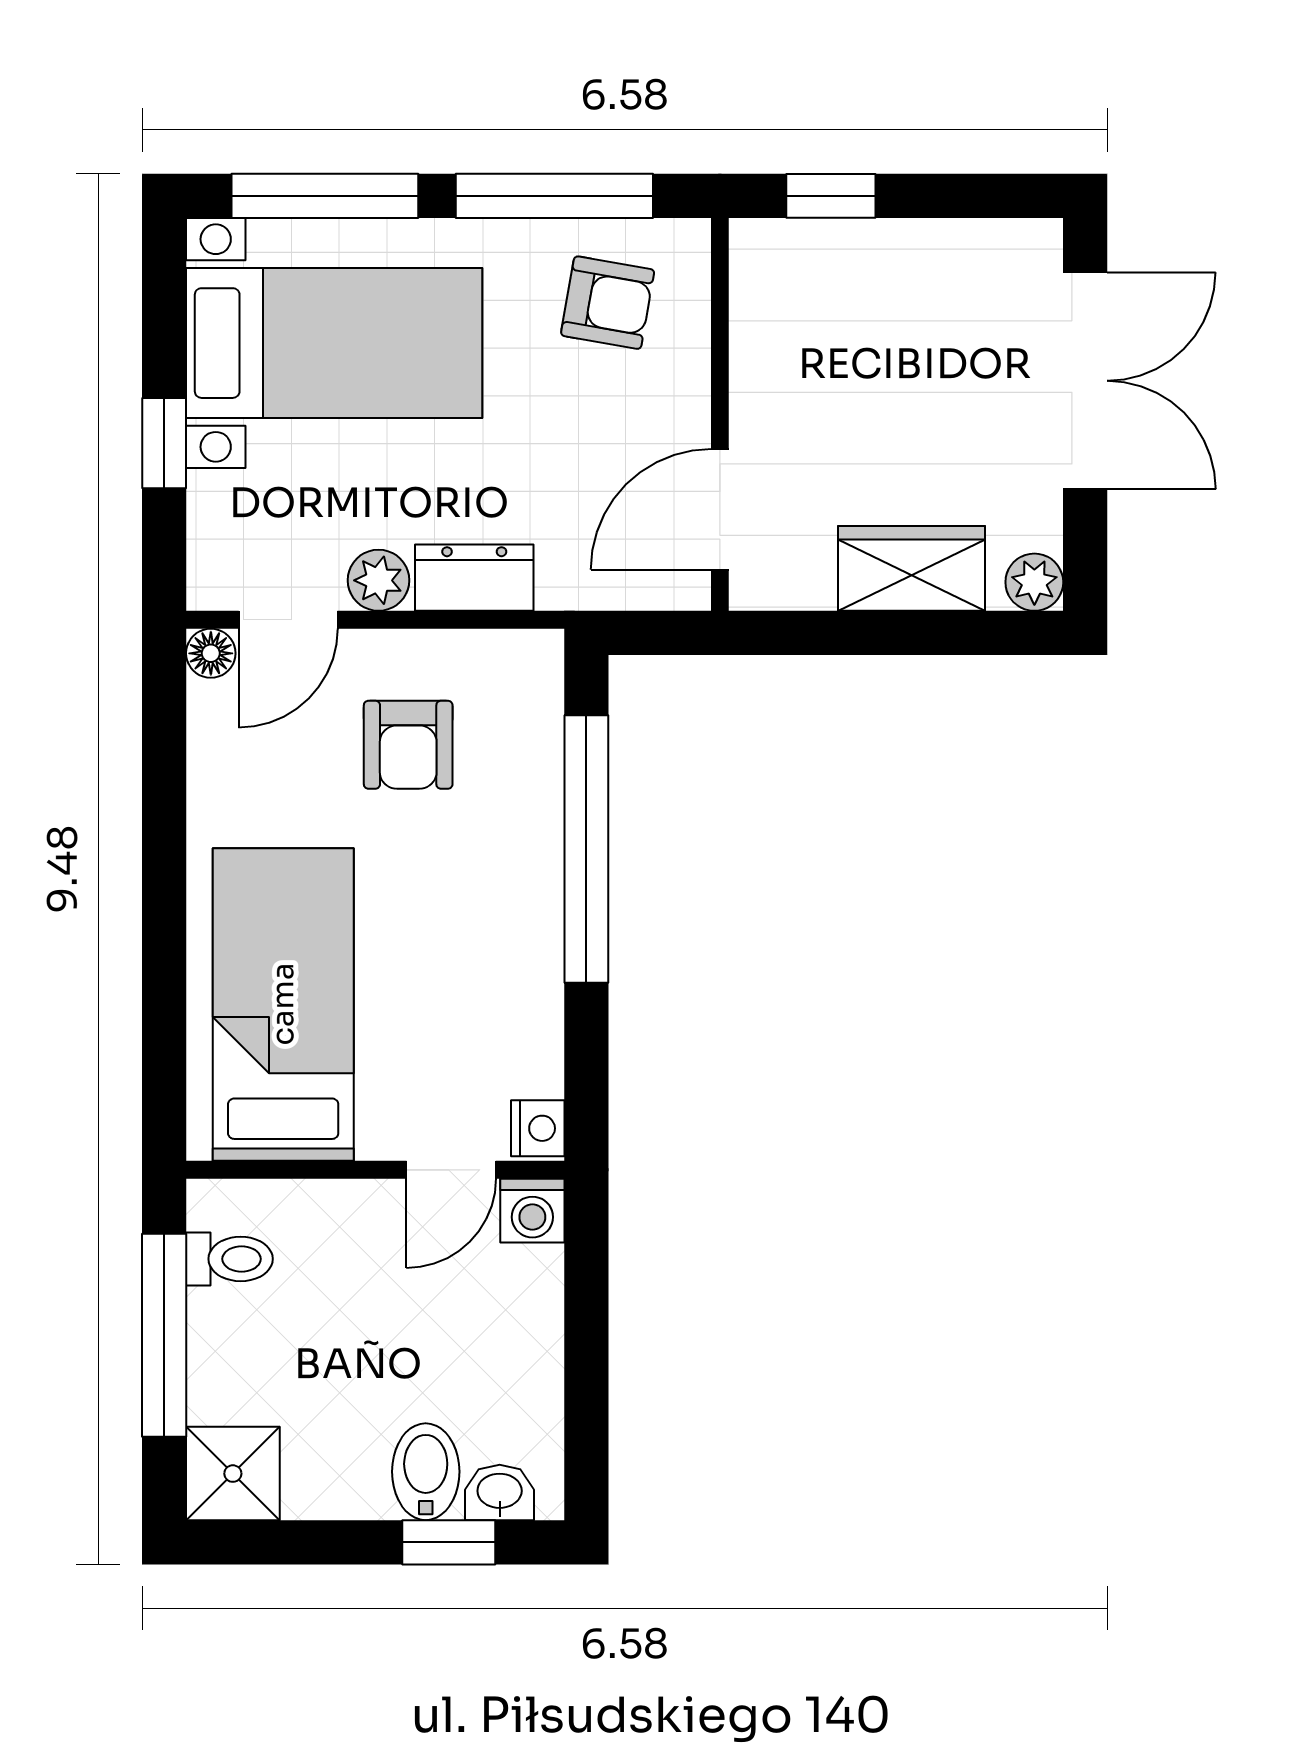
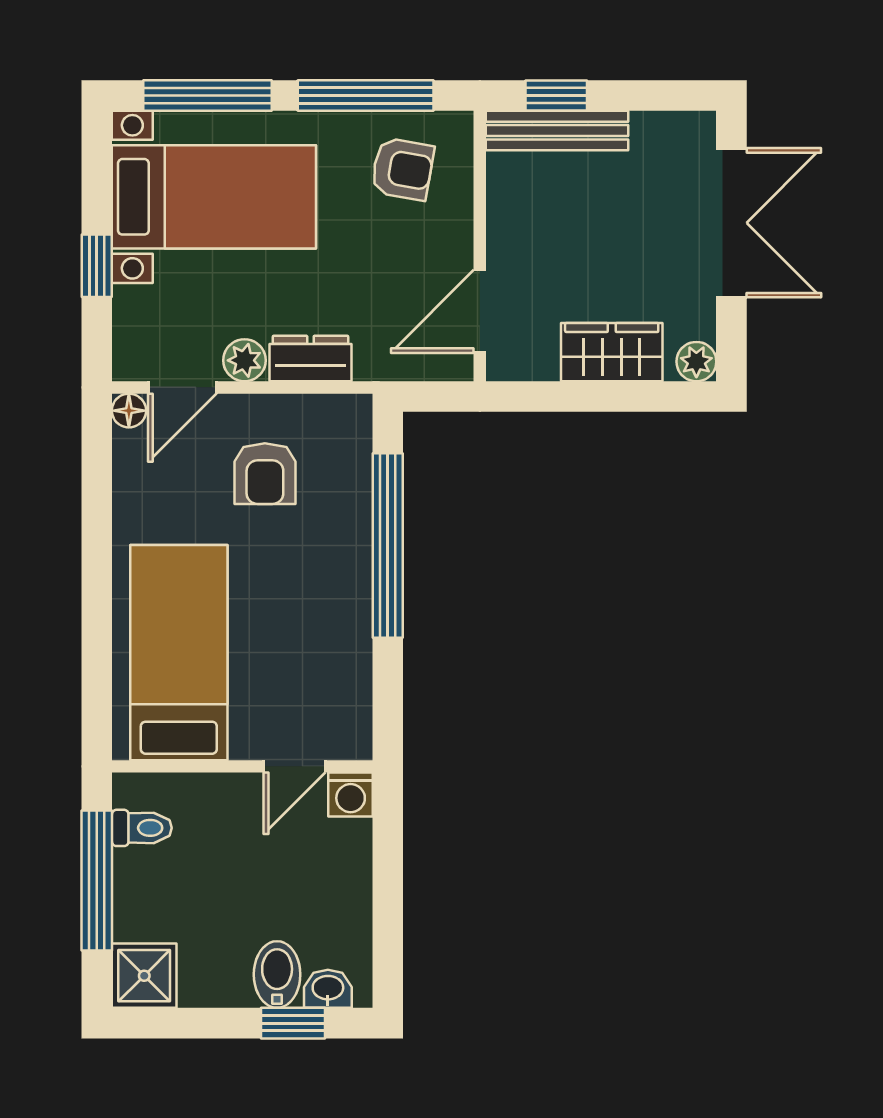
bench: (832, 247) -> (557, 131), added
nightstand: (538, 1128) -> (354, 738), removed

